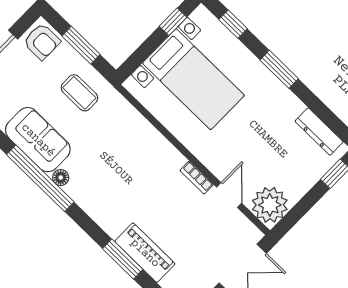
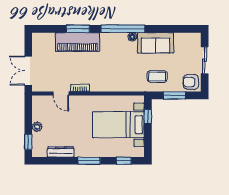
window: (173, 22) -> (148, 116), moved
dresser: (319, 132) -> (61, 152), moved
window: (40, 178) -> (123, 29), moved
plant: (270, 205) -> (37, 127), moved, width x0.53, depth x0.53
piano: (145, 253) -> (78, 42), width x1.37, depth x1.33

